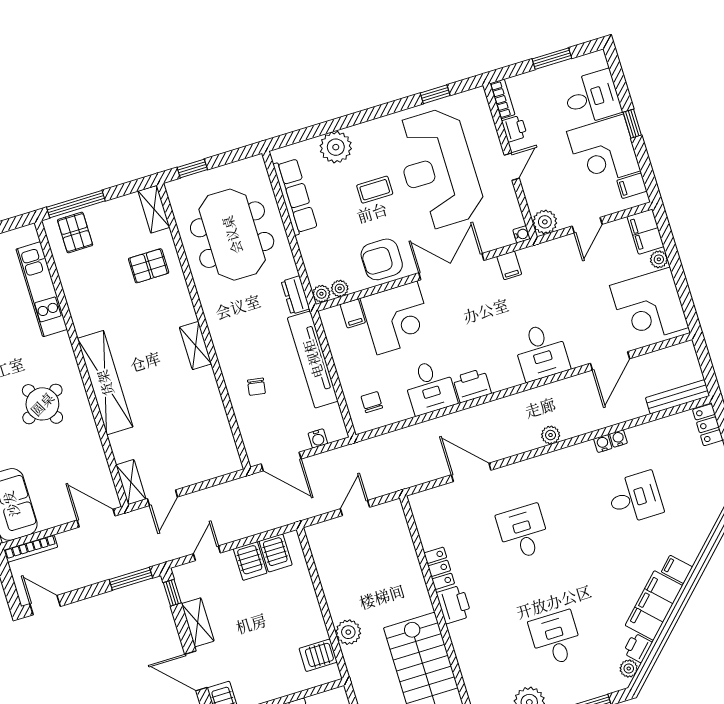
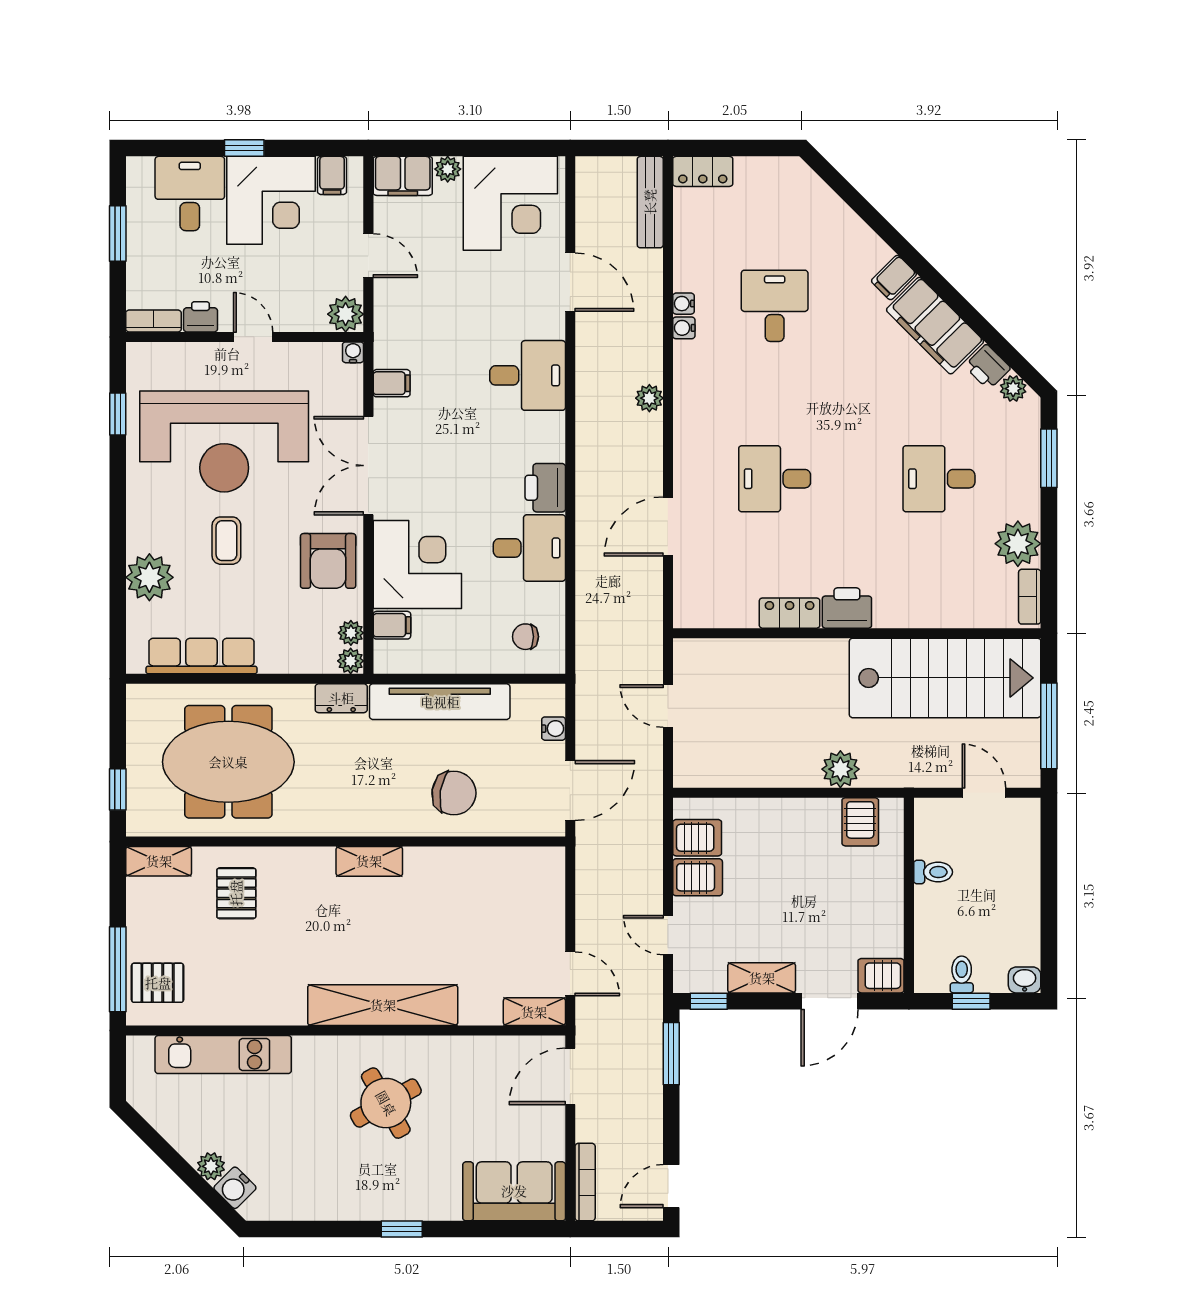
chair: (256, 387) -> (454, 793), width x1.87, depth x1.87

